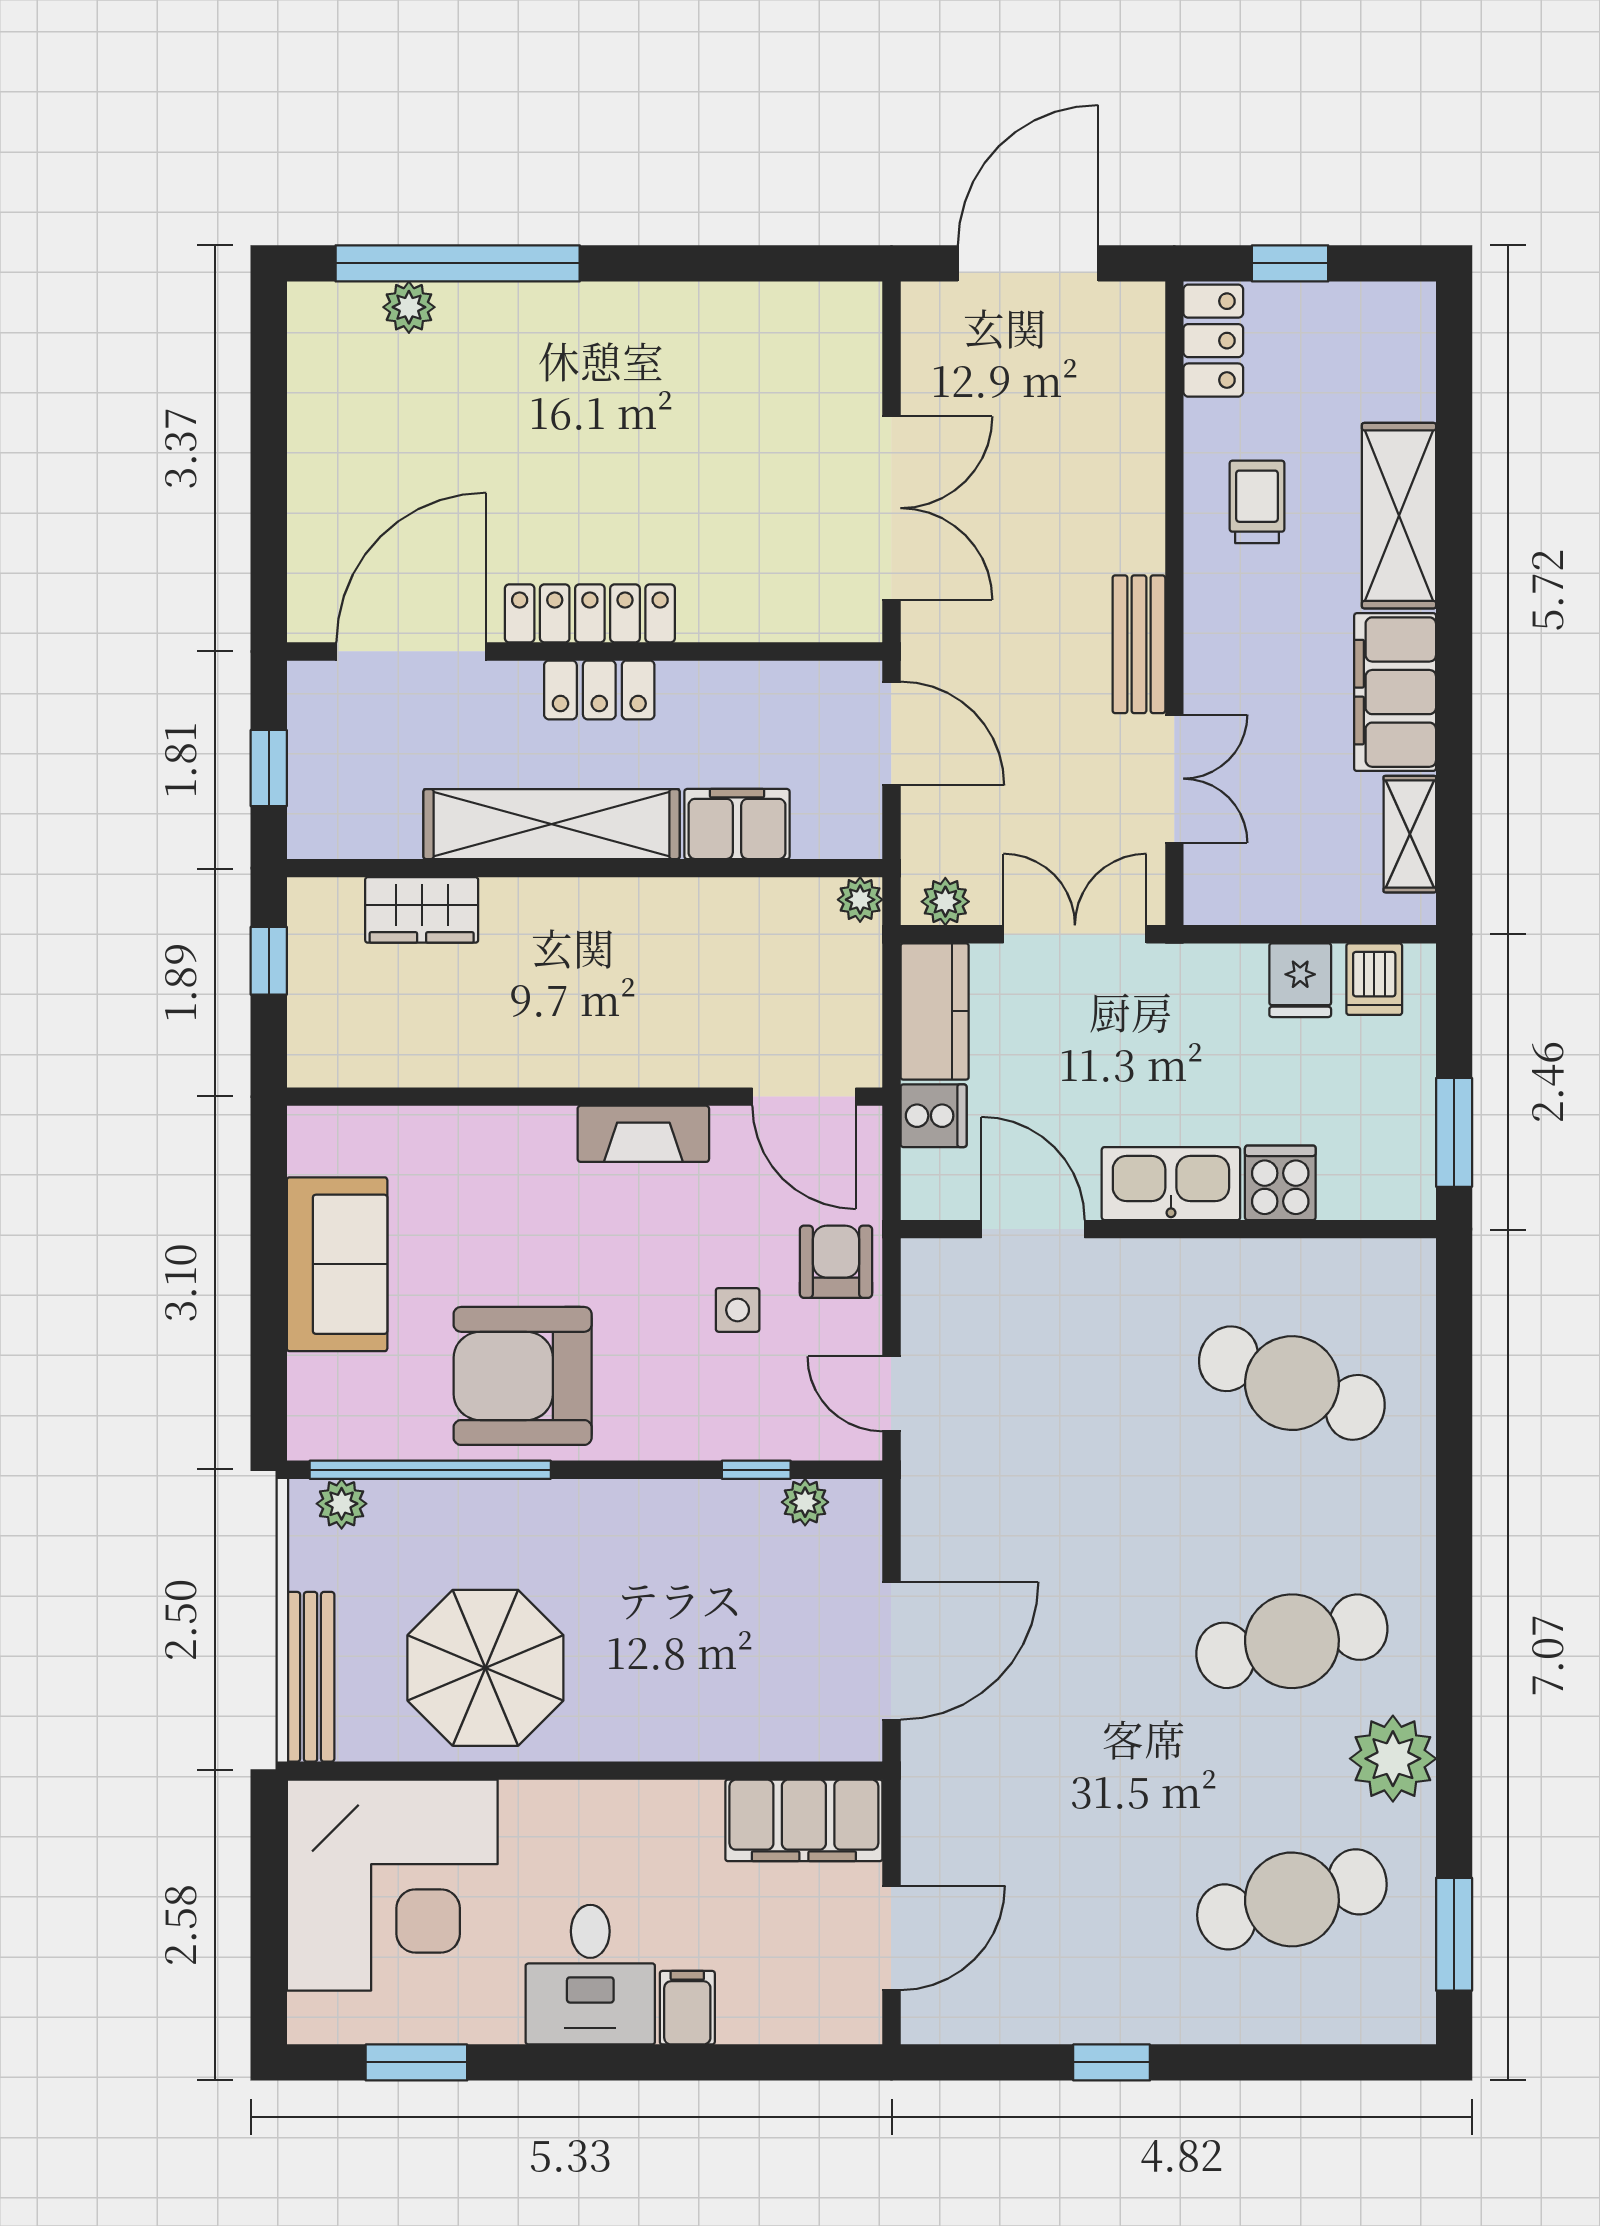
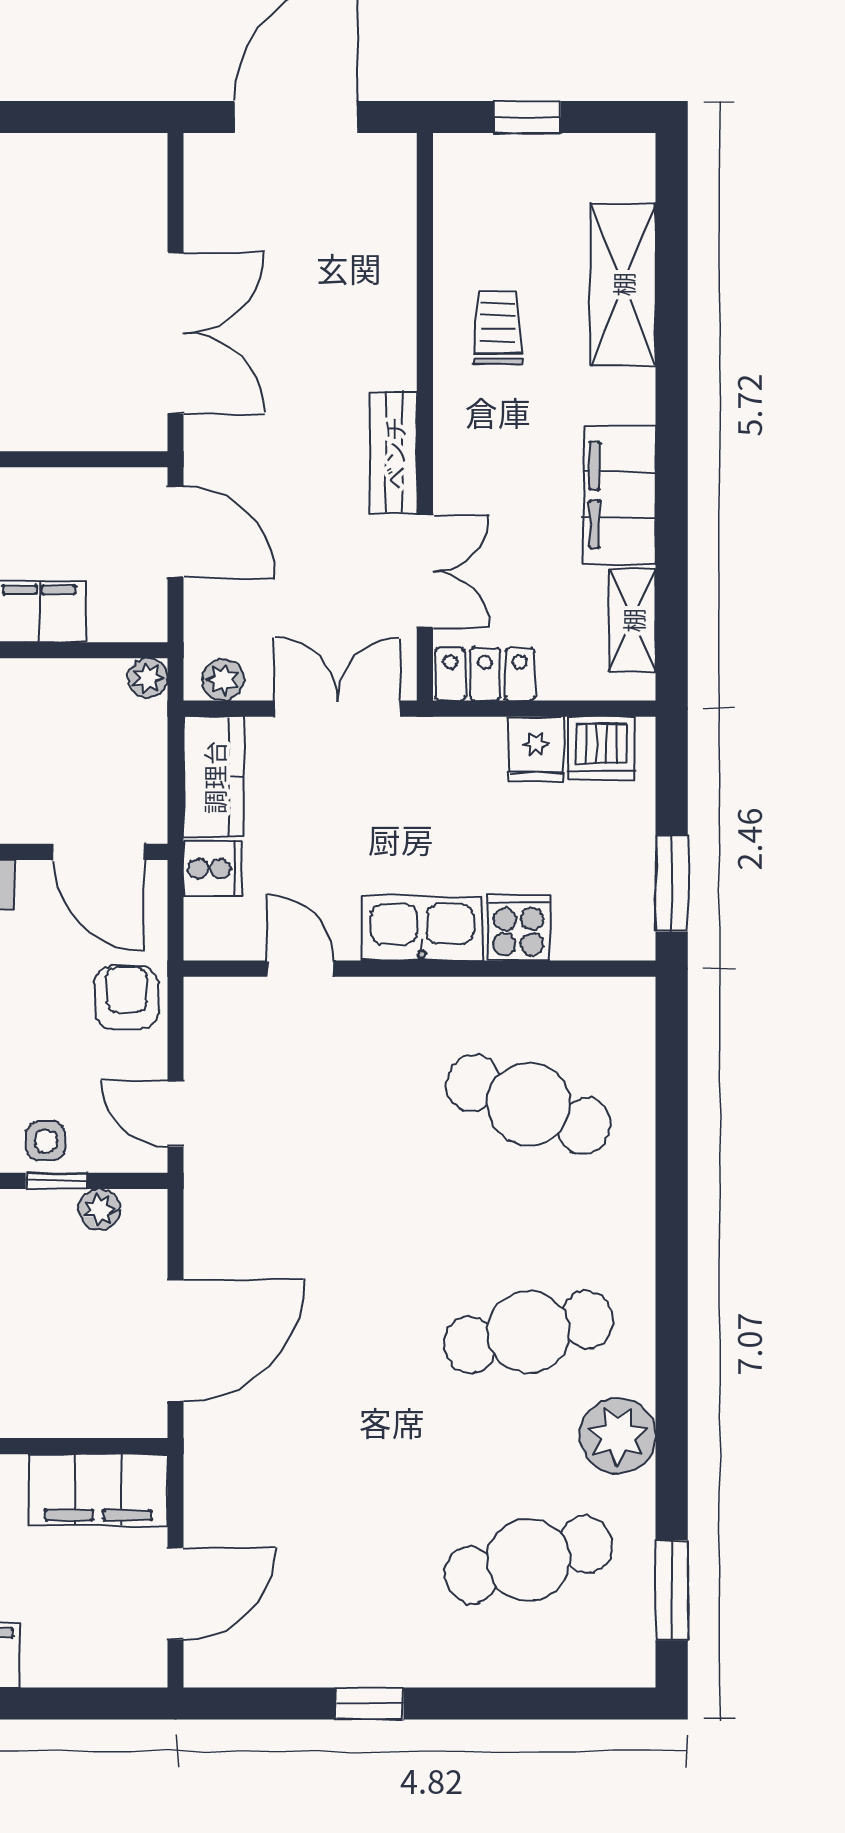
locker: (1213, 341) -> (485, 674), moved, turned -90
shelving: (1399, 516) -> (623, 284), moved
dishwasher: (1374, 979) -> (601, 748), width x1.38
door: (1033, 1229) -> (300, 969), width x0.73
side table: (738, 1310) -> (46, 1141), moved

